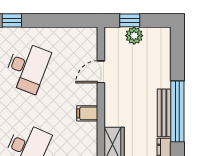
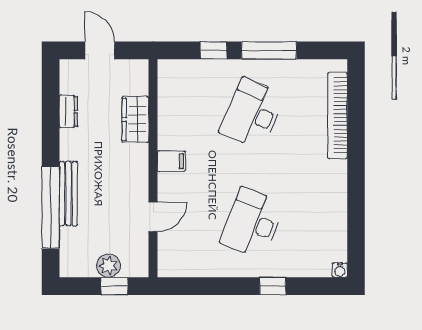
window: (177, 111) -> (51, 207), moved
bench: (164, 113) -> (68, 194), moved

